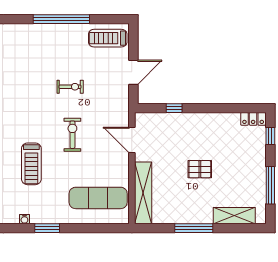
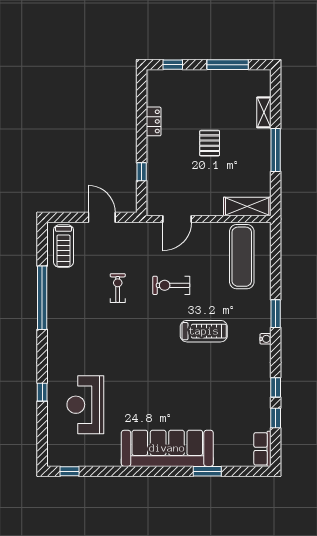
locker: (253, 119) -> (154, 121), moved
shelving: (143, 193) -> (247, 206), width x0.68
shelving: (234, 216) -> (264, 112), width x0.67, depth x0.75

